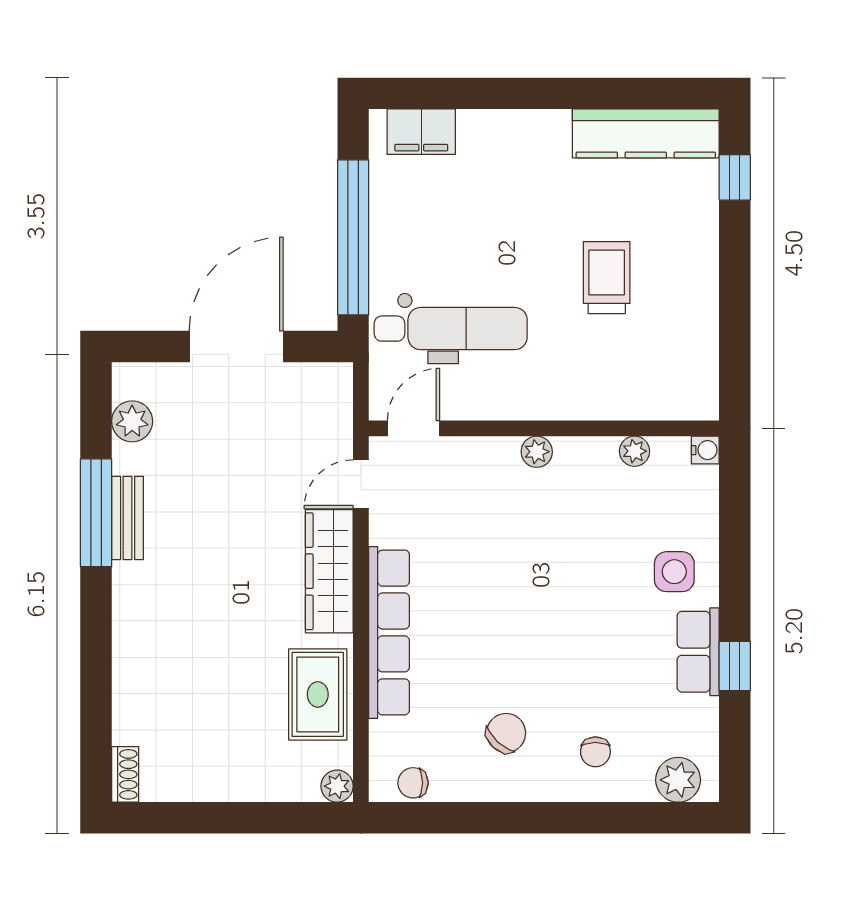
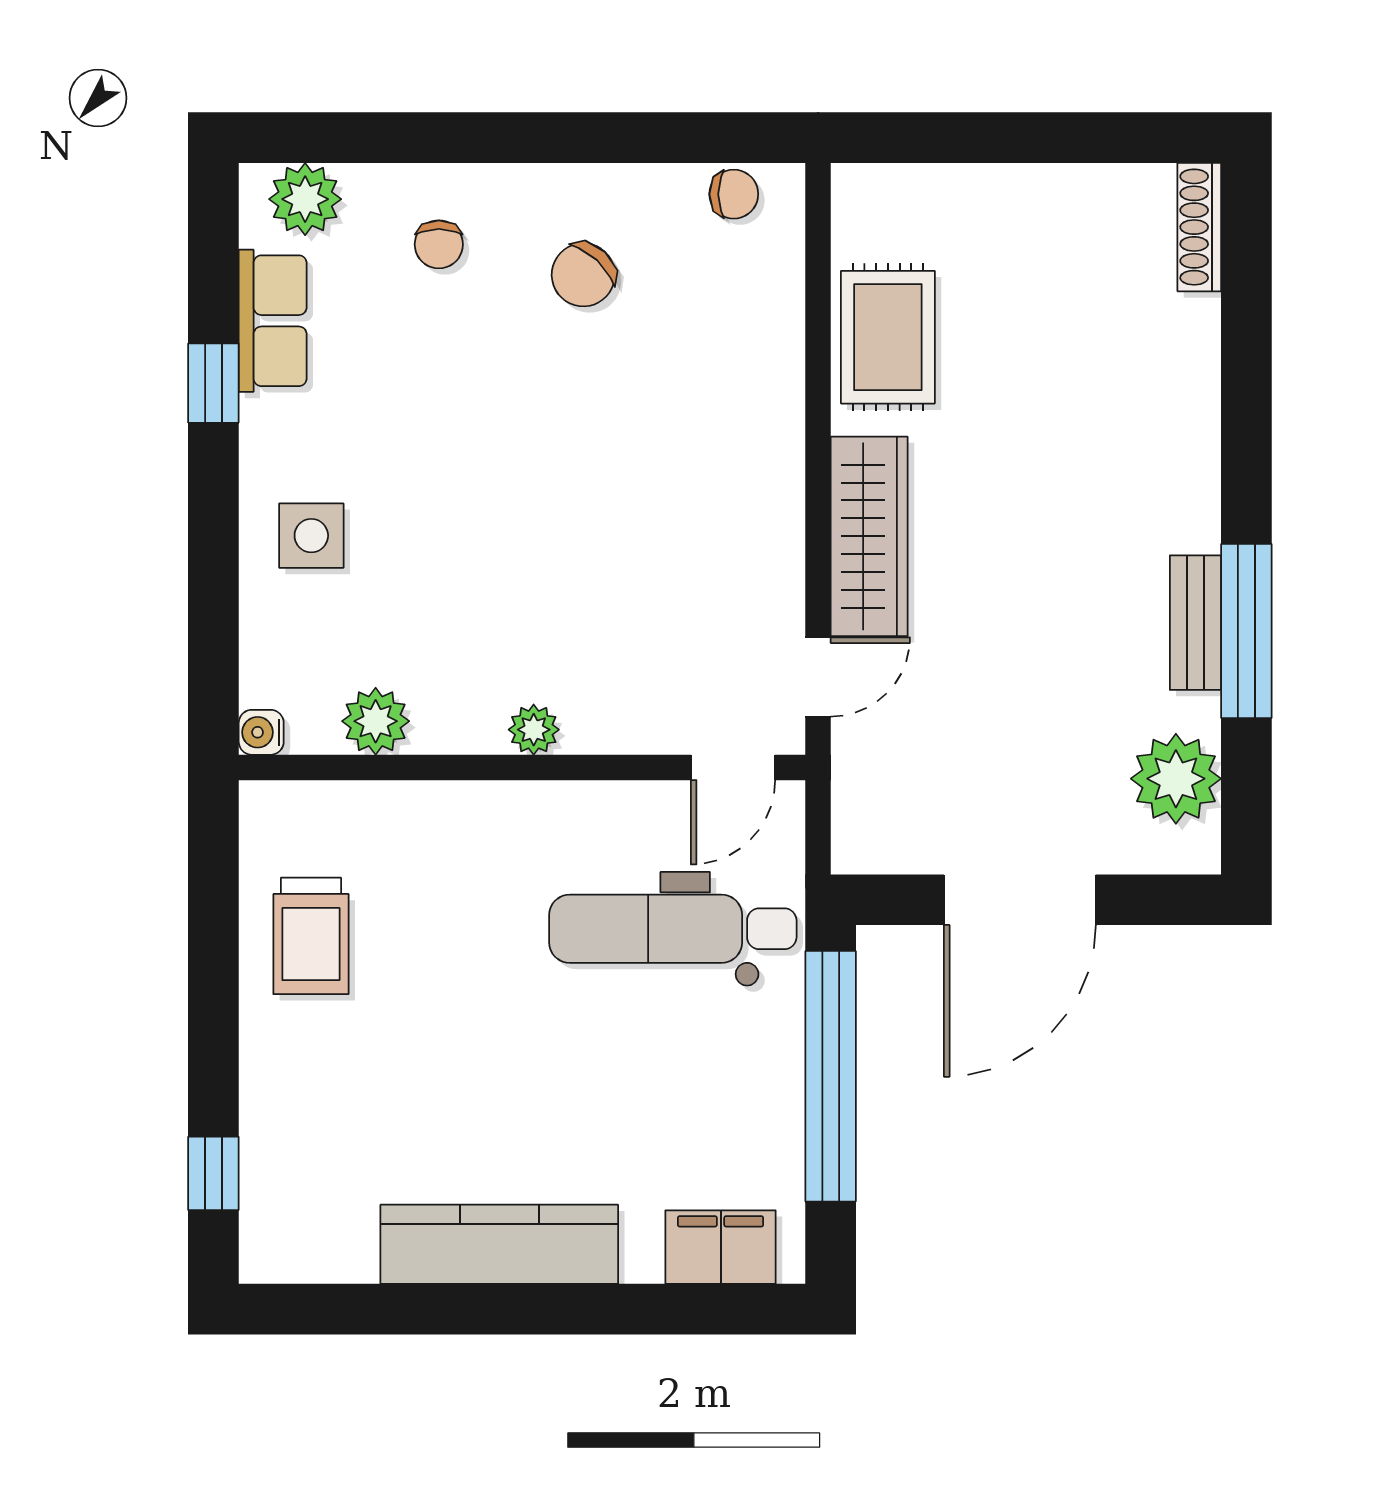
kitchen counter: (646, 133) -> (499, 1244), moved
trolley: (607, 278) -> (311, 936), moved
plant: (132, 421) -> (1176, 779), width x1.36, depth x1.36
plant: (635, 451) -> (376, 721), width x1.38, depth x1.38
row of seats: (389, 632) -> (773, 437), removed
row of seats: (698, 652) -> (273, 321), moved
chair: (595, 752) -> (439, 244), turned 180
shoe rack: (125, 774) -> (1199, 227), width x1.43
plant: (337, 786) -> (857, 189), removed

